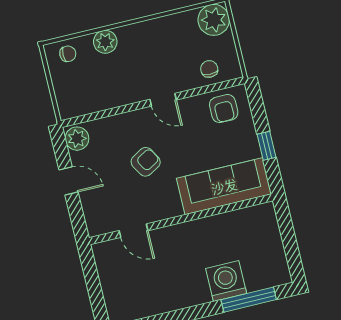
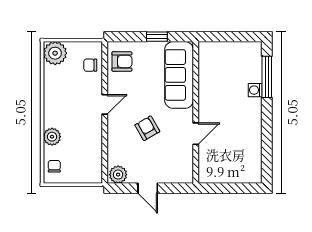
door: (68, 181) -> (148, 188), swing flipped
door: (134, 231) -> (196, 134), moved
washing machine: (226, 281) -> (255, 90), width x0.53, depth x0.53

